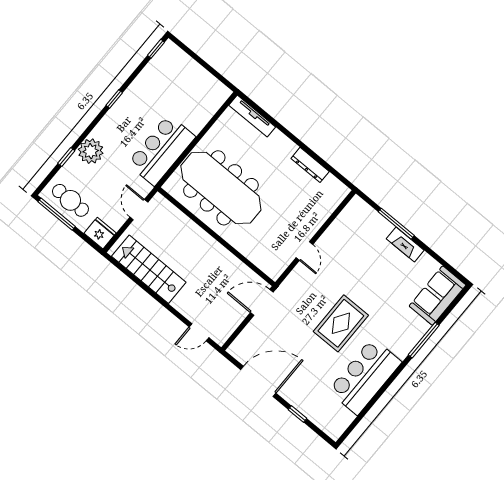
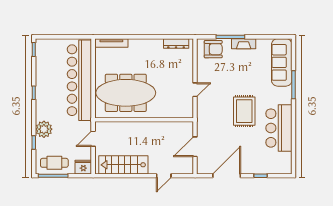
bar counter: (161, 150) -> (79, 80), width x1.86
dresser: (310, 165) -> (176, 43), moved
door: (139, 210) -> (93, 139), hinge flipped
armchair: (365, 221) -> (213, 49), added
door: (304, 251) -> (195, 90), hinge flipped
sofa: (438, 296) -> (282, 62), width x1.36
door: (262, 302) -> (195, 147), moved
door: (199, 332) -> (164, 176), moved

